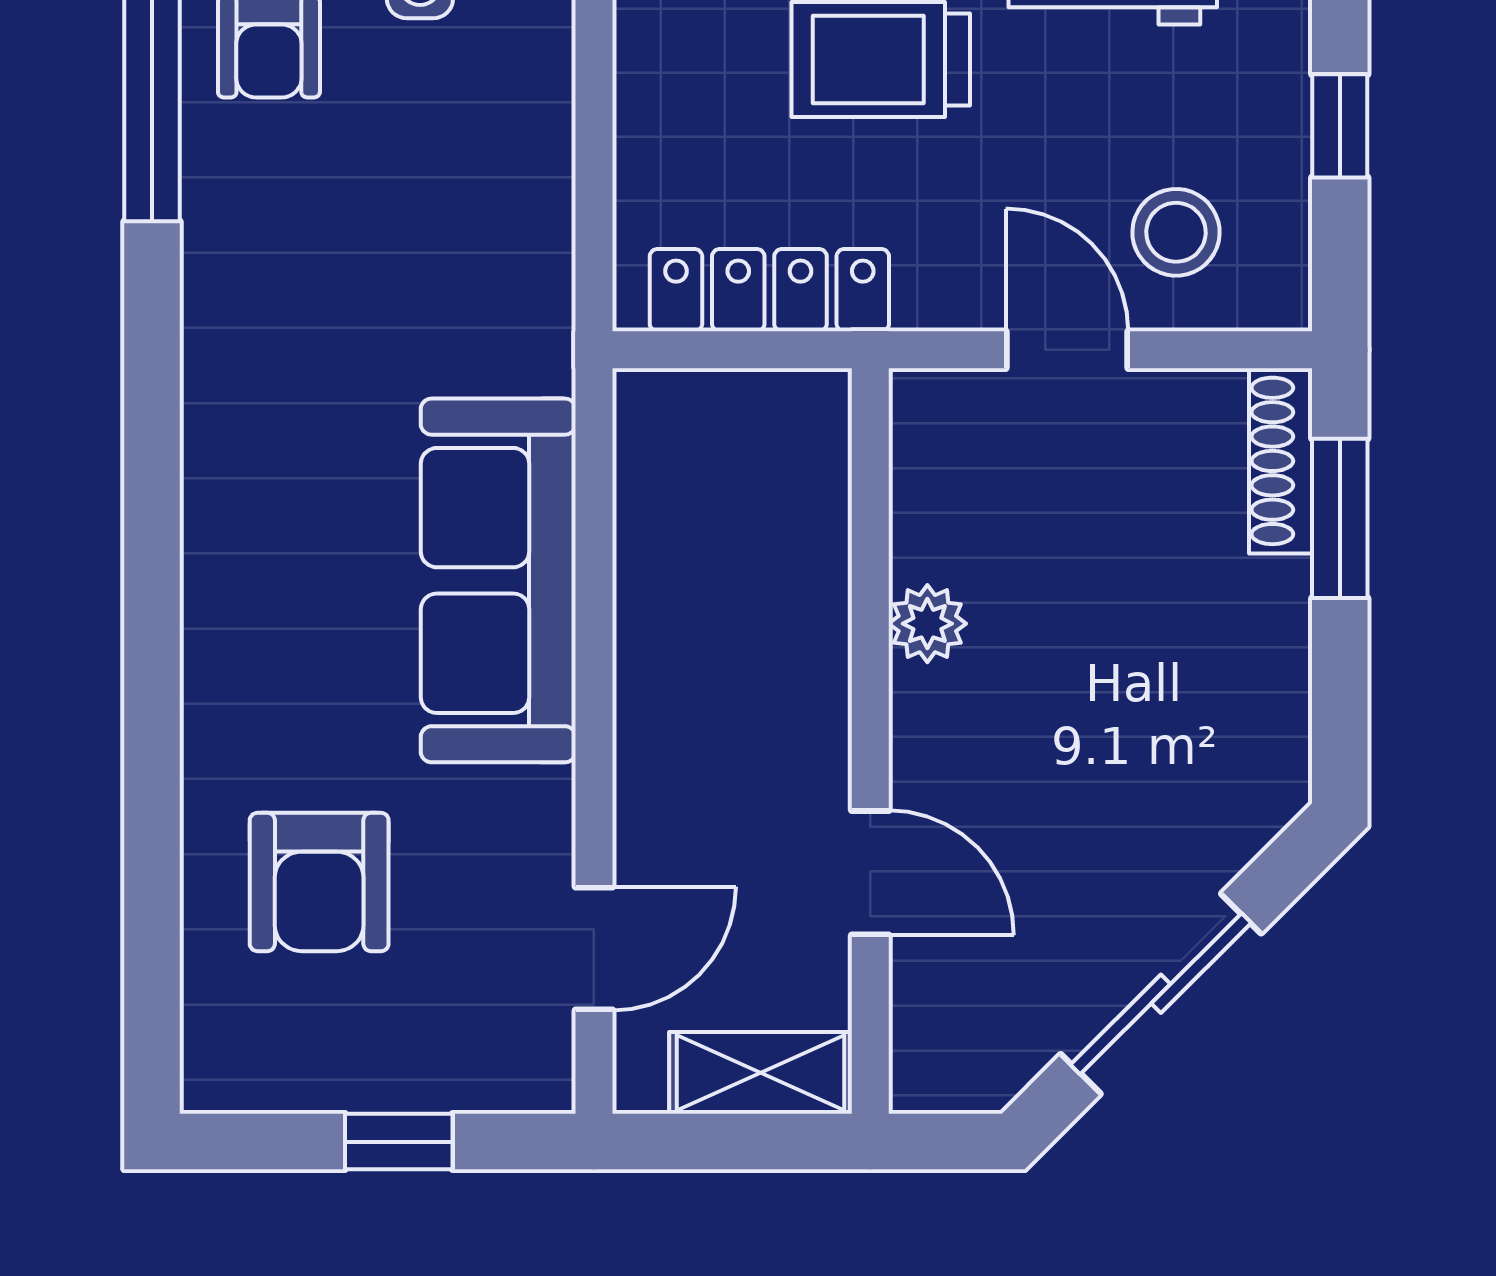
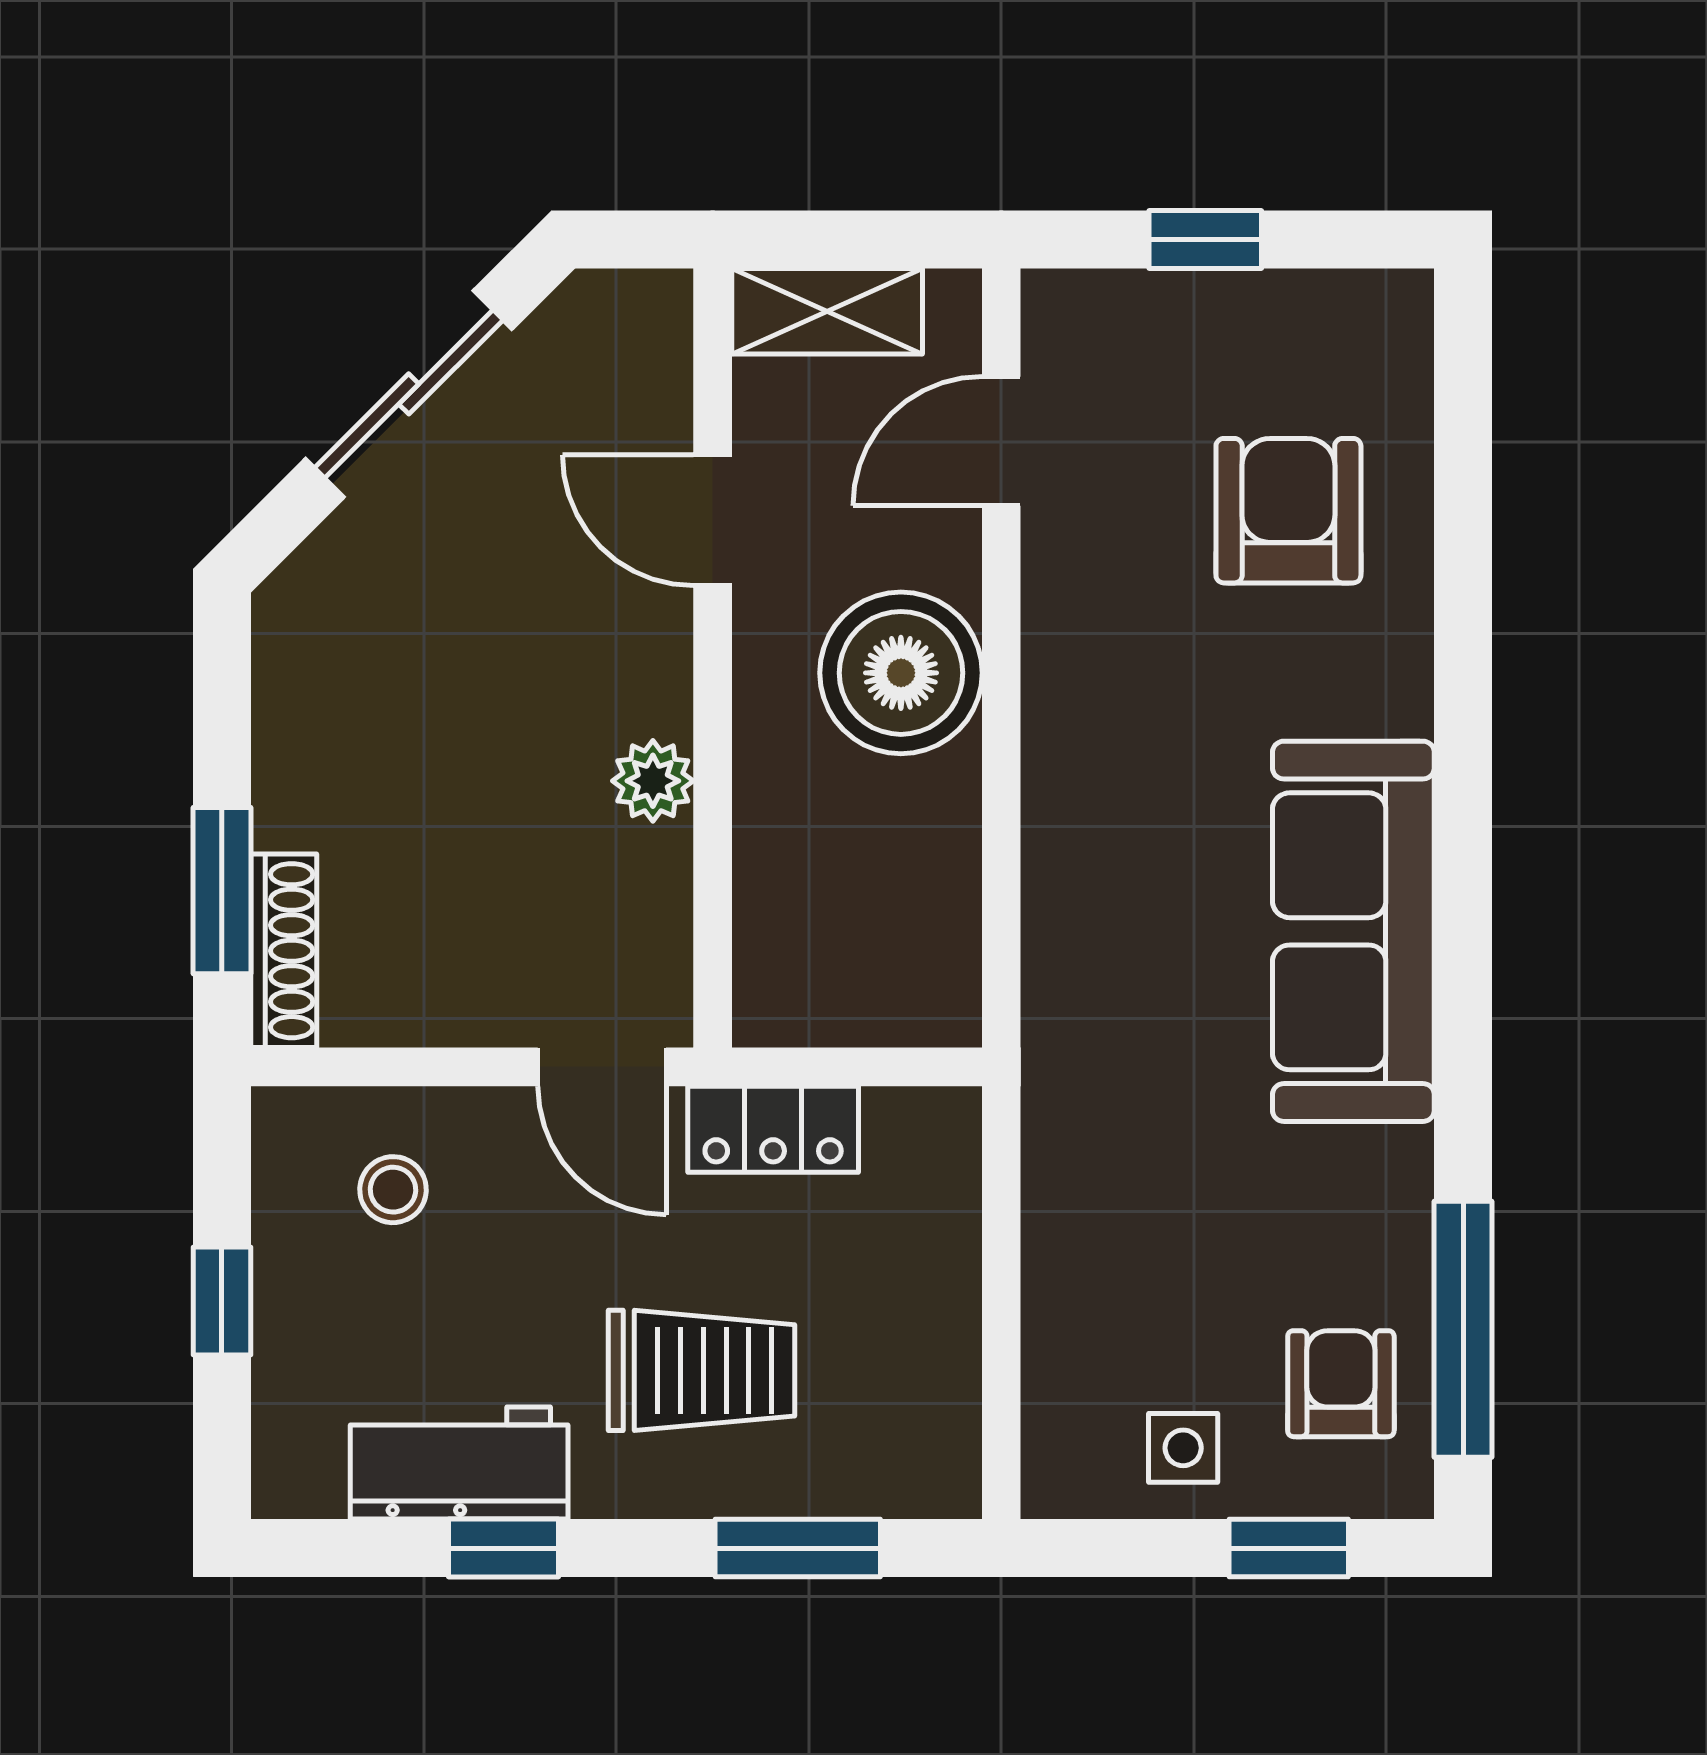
stool: (1176, 232) -> (393, 1190), width x0.73, depth x0.73
locker: (769, 290) -> (773, 1129), width x0.66
door: (1067, 350) -> (602, 1067), moved
sofa: (498, 580) -> (1353, 931), moved, turned 180
boiler: (690, 727) -> (901, 673), added

